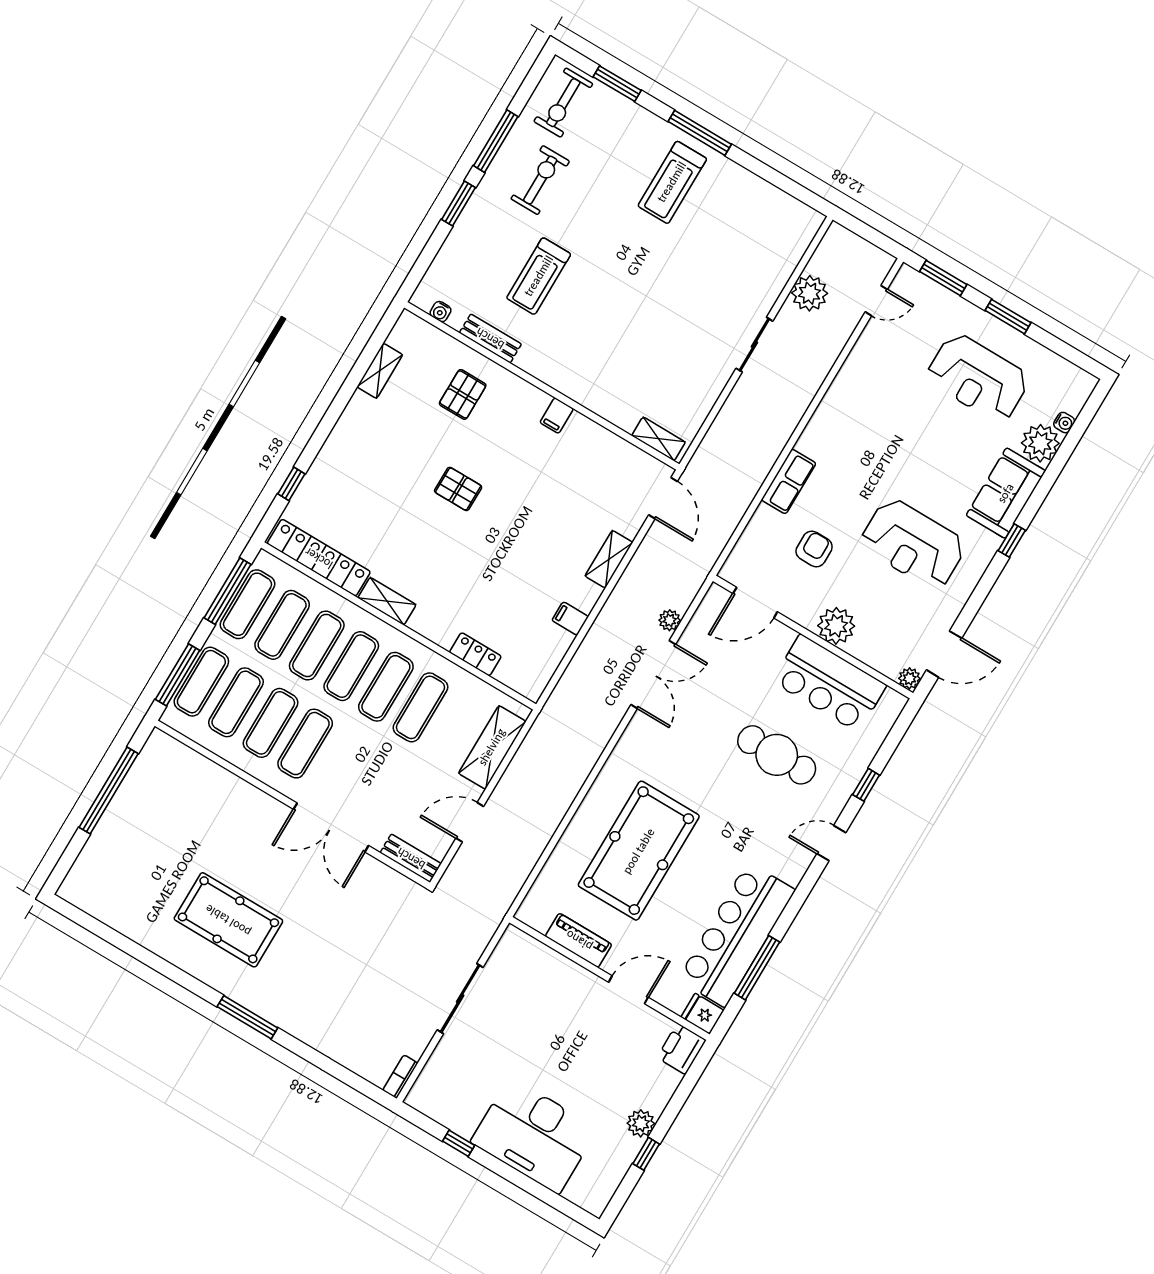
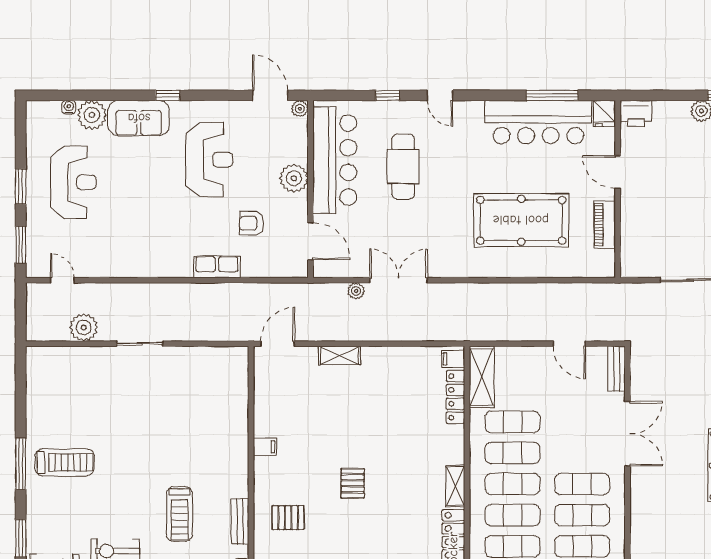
treadmill: (539, 276) -> (180, 514), turned 90
shelving: (659, 439) -> (240, 370), removed
filing cabinet: (570, 619) -> (453, 359), moved, turned 90
locker: (475, 654) -> (456, 397), width x1.53
bar counter: (829, 683) -> (335, 160), width x1.36
shelving: (492, 747) -> (482, 377), moved, turned 90

